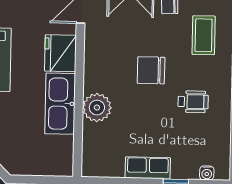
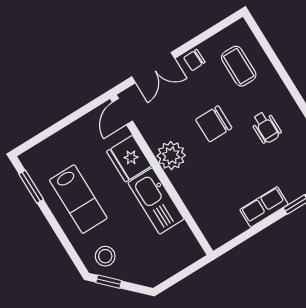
wheelchair: (193, 102) -> (266, 127), turned 90
plant: (97, 108) -> (171, 156), moved

